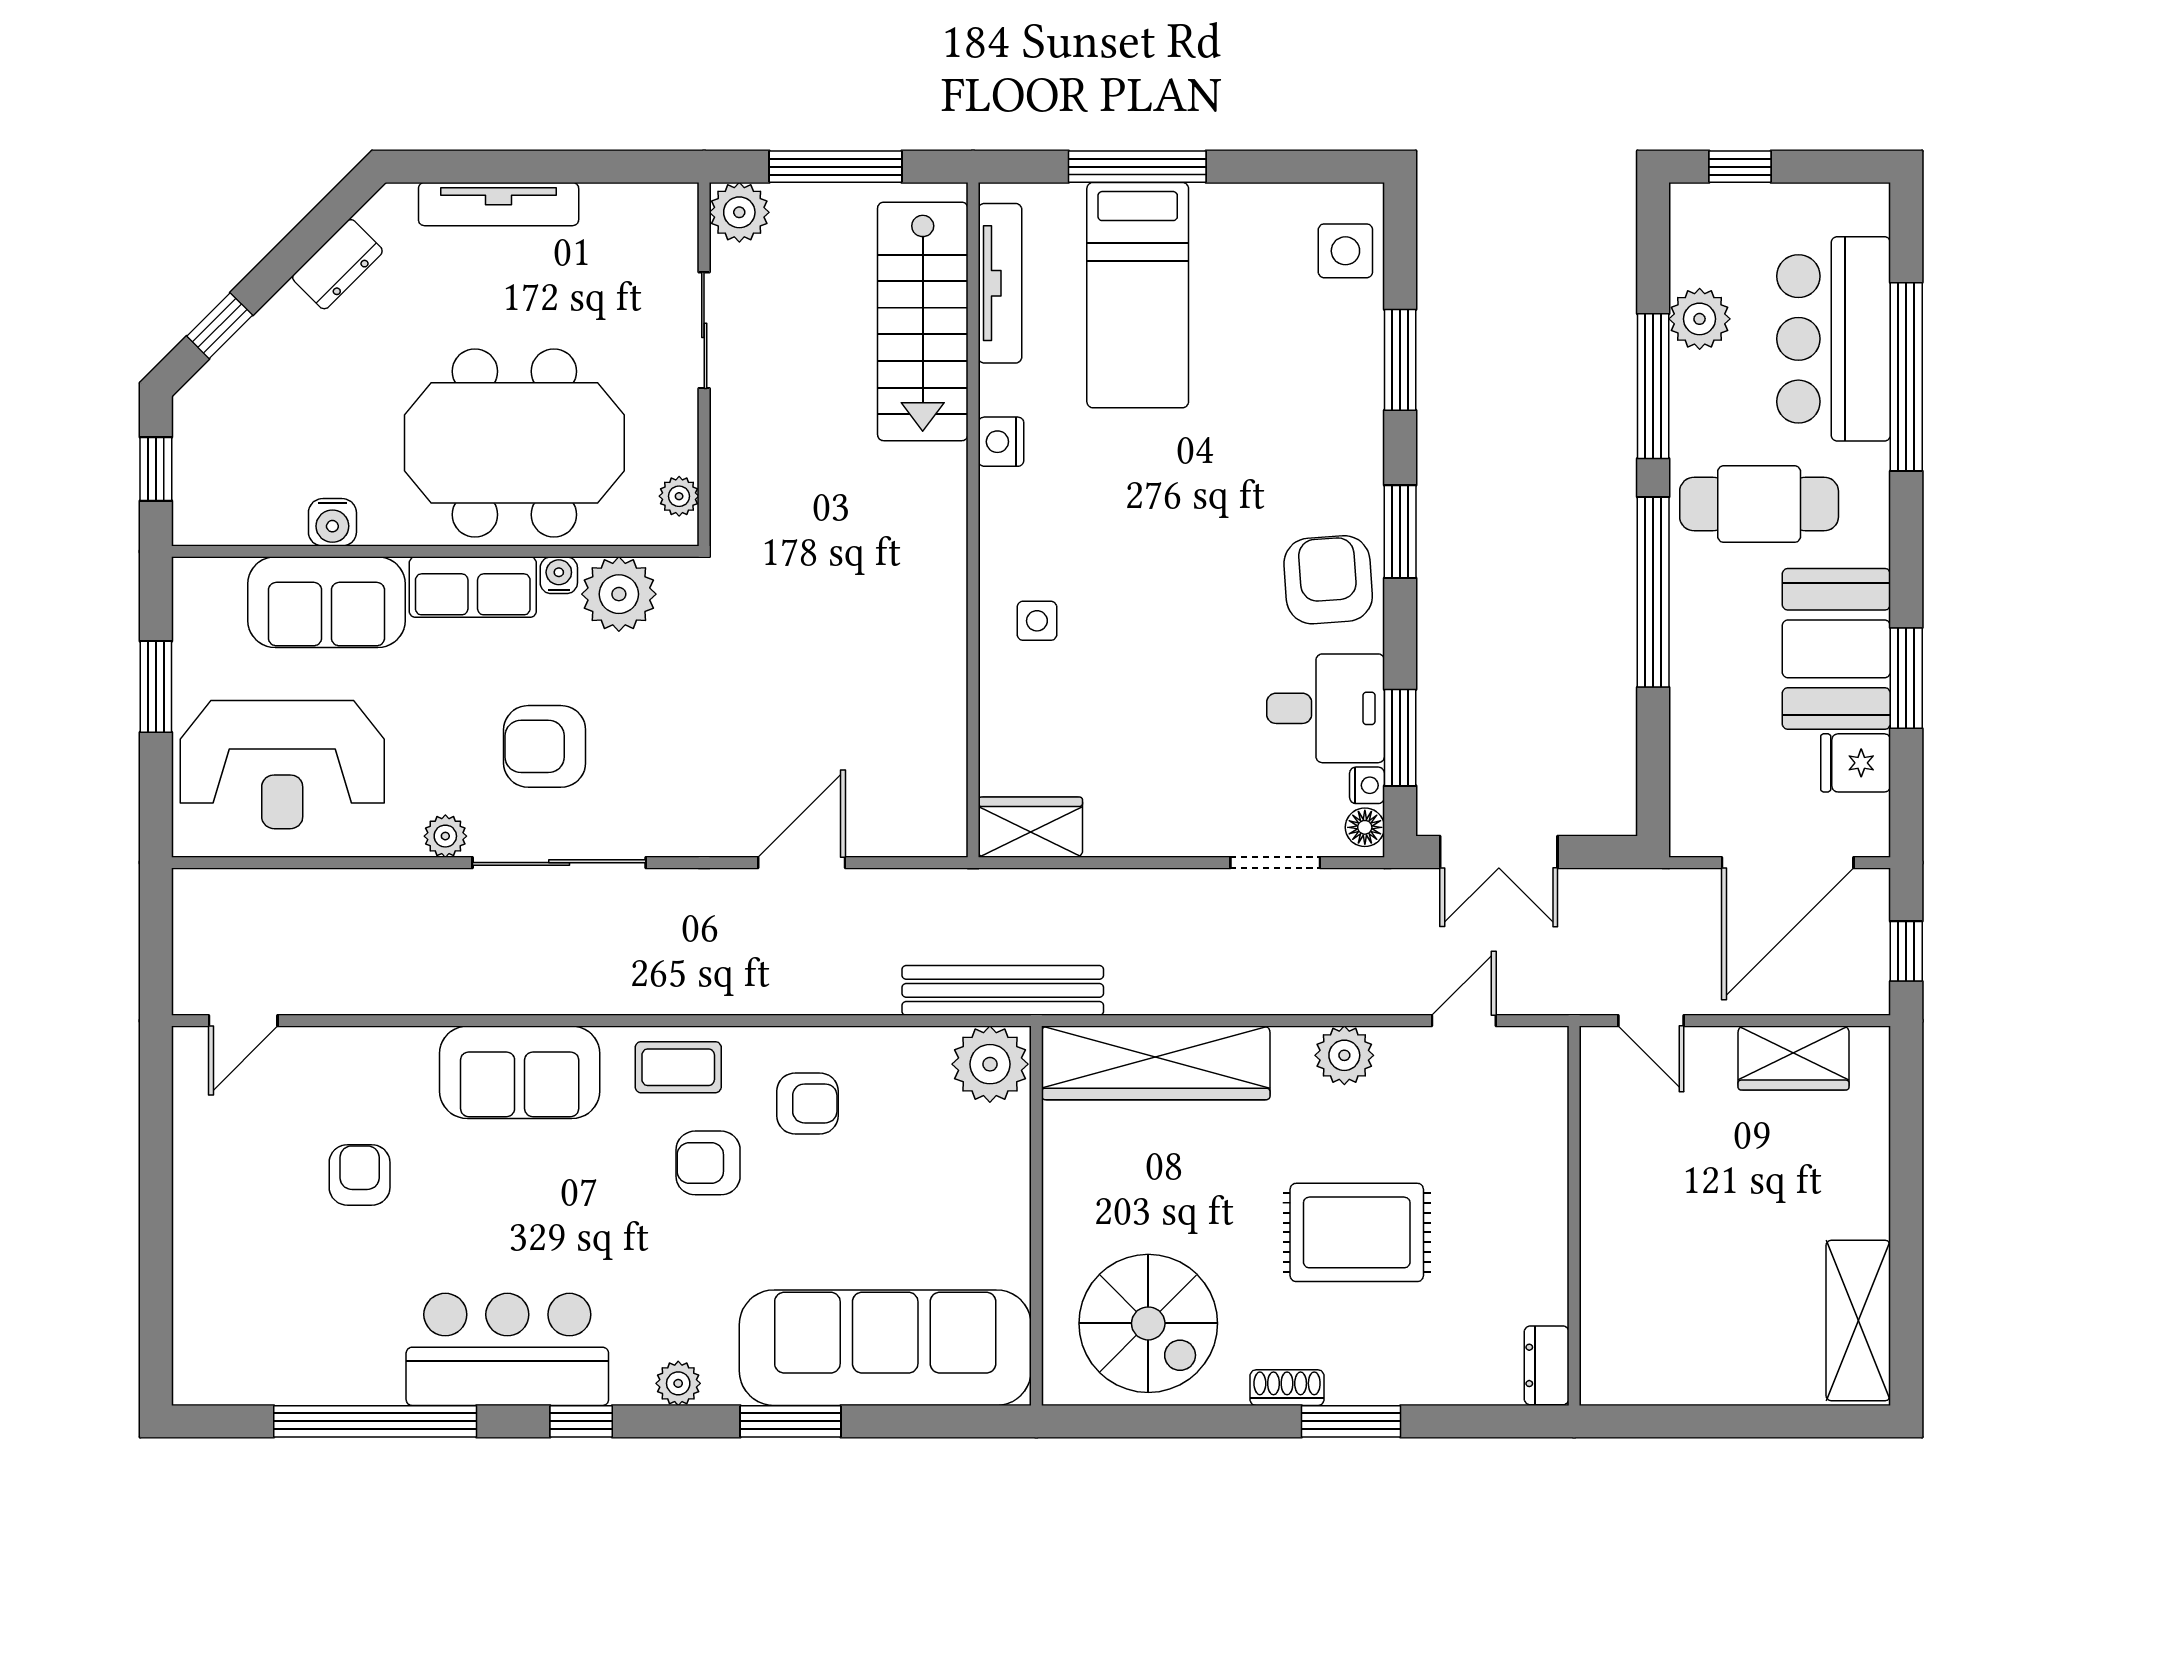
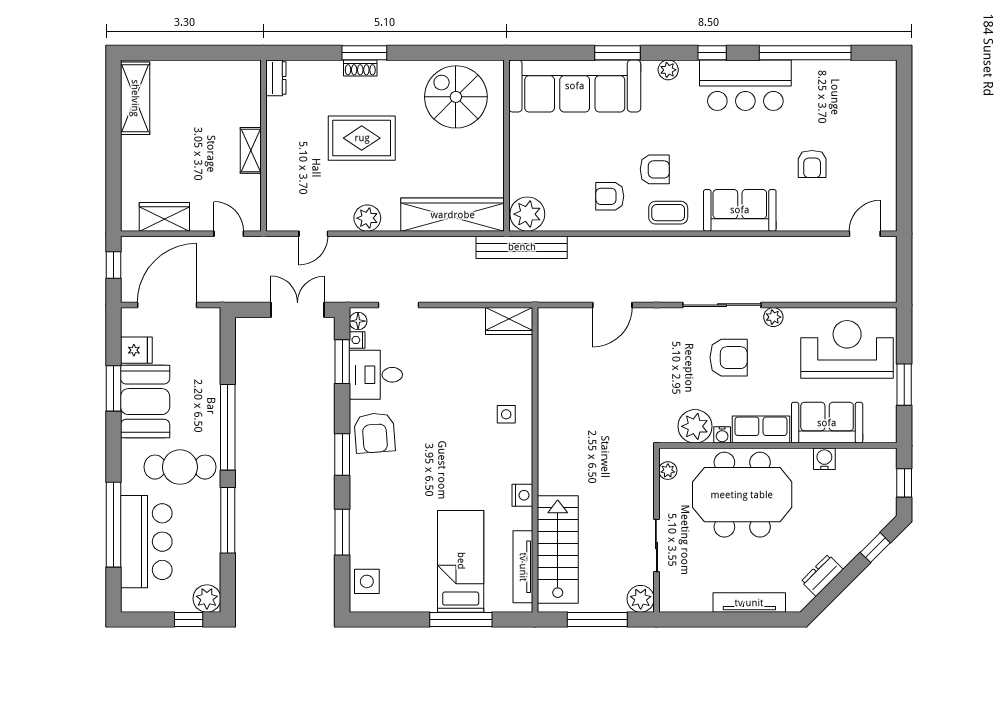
plant: (1700, 319) -> (207, 599), moved
shelving: (1602, 1205) -> (251, 150), added
shoe rack: (1287, 1388) -> (360, 68), moved

